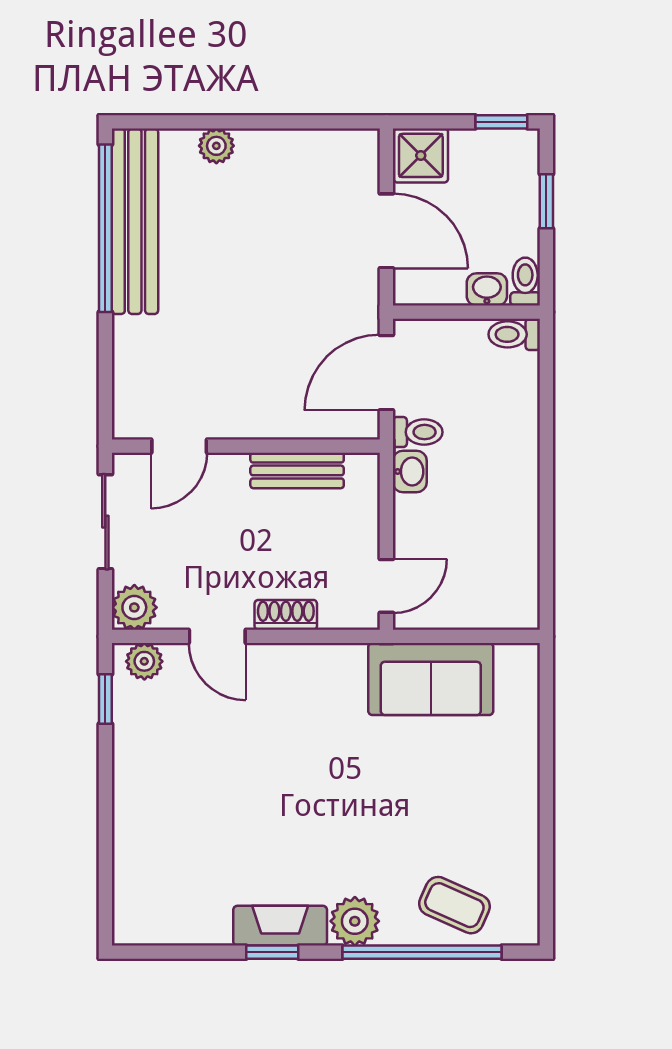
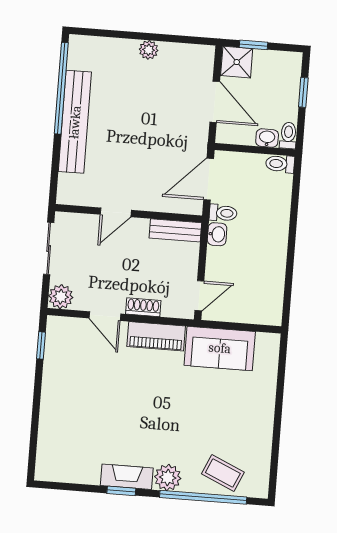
window: (501, 122) -> (253, 45), moved
plant: (216, 146) -> (149, 50), moved
bench: (135, 221) -> (75, 122), moved
door: (179, 446) -> (116, 212), moved
bench: (297, 470) -> (175, 230), moved
plant: (144, 661) -> (64, 326), removed
piano: (313, 666) -> (156, 336), added

